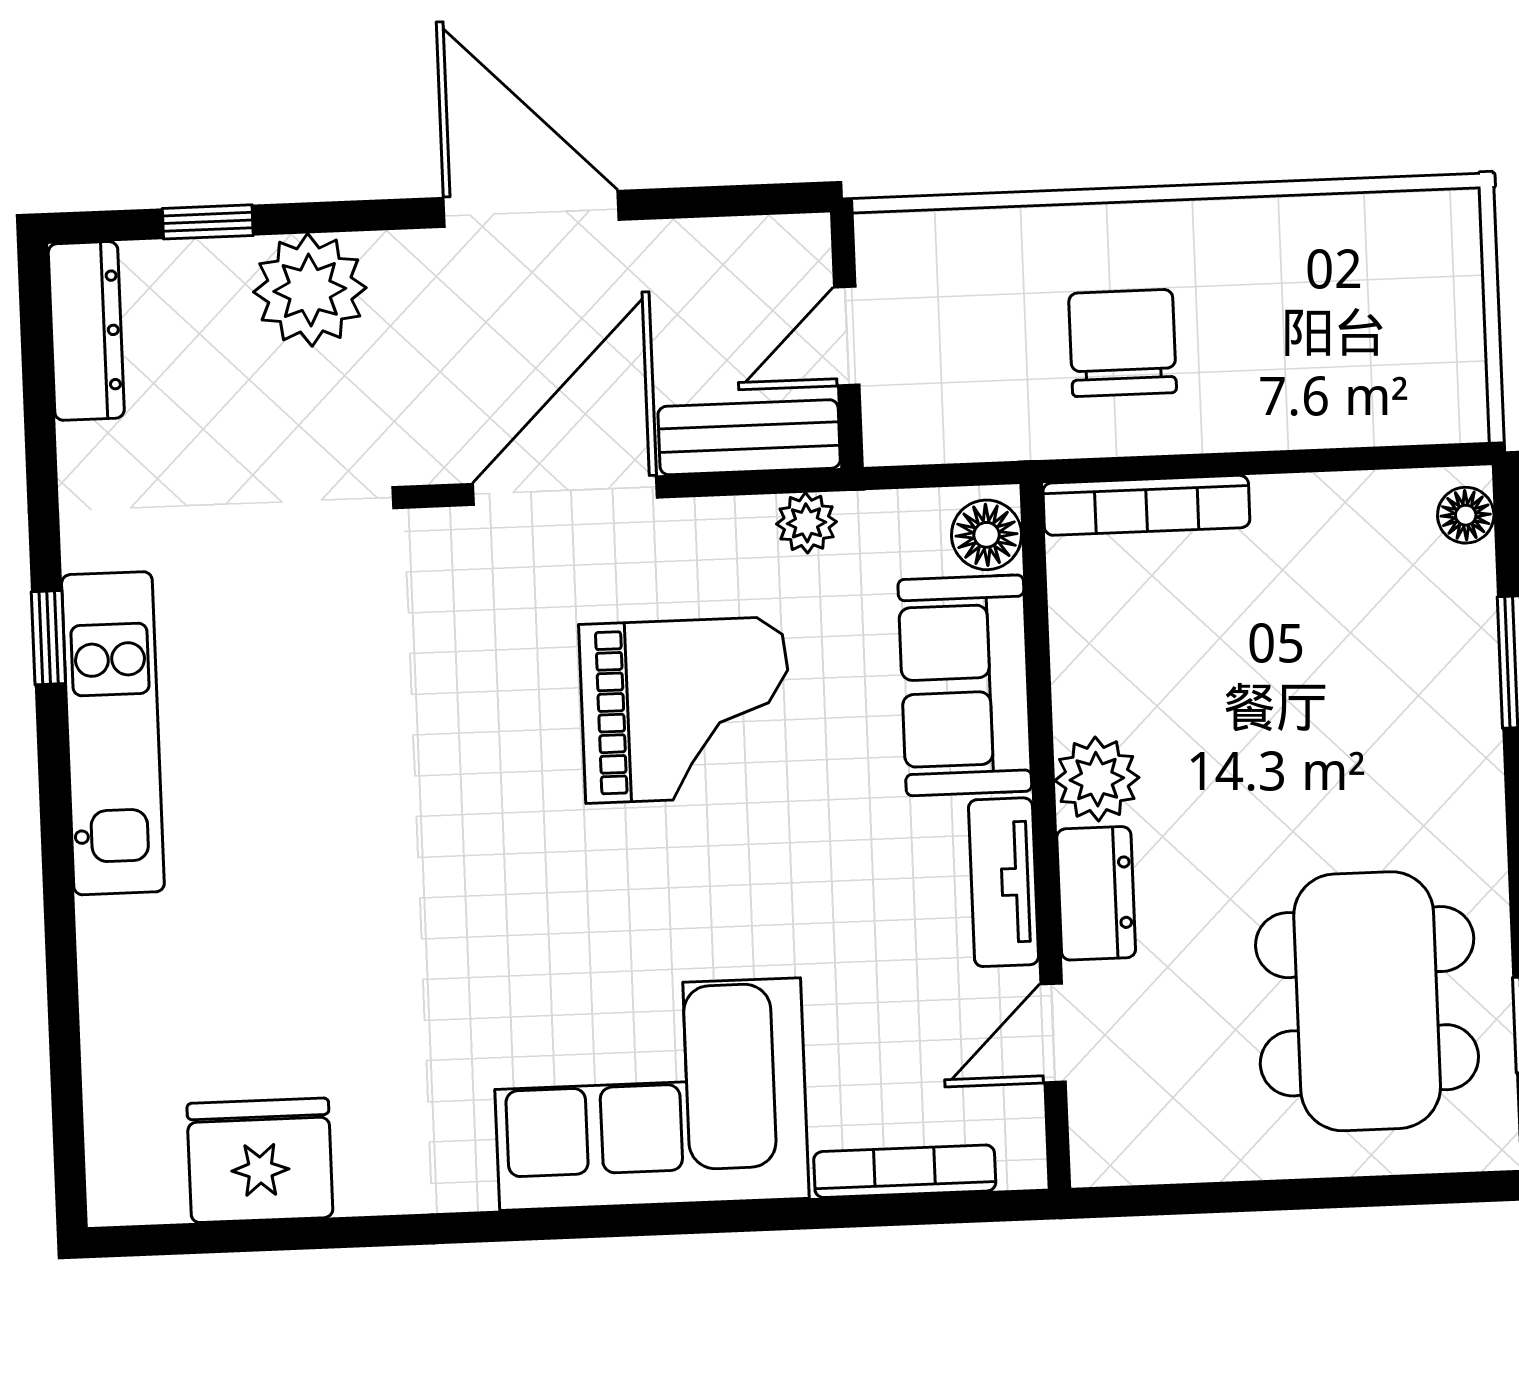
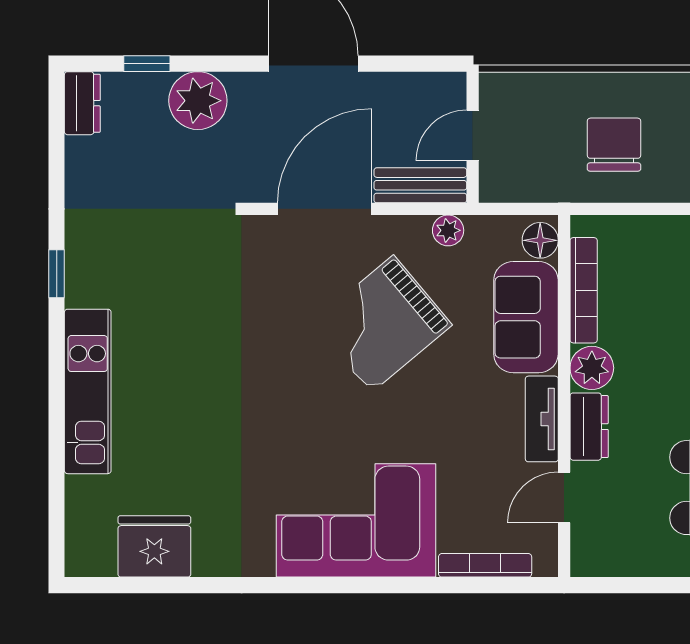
dresser: (86, 331) -> (82, 103), width x0.70
bookcase: (1146, 505) -> (584, 290), moved, turned -90
grand piano: (686, 710) -> (382, 324), turned 140
kitchen unit: (113, 733) -> (88, 391), moved

